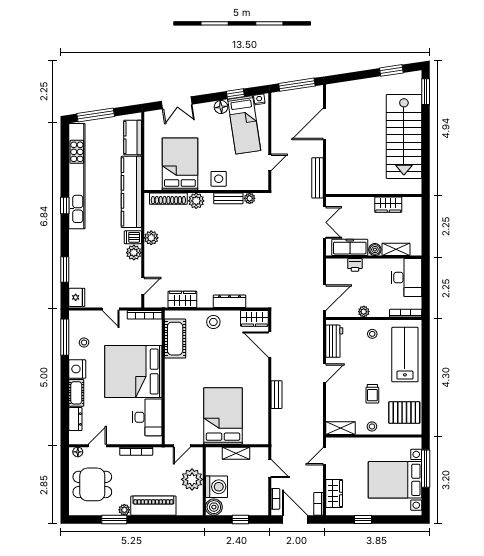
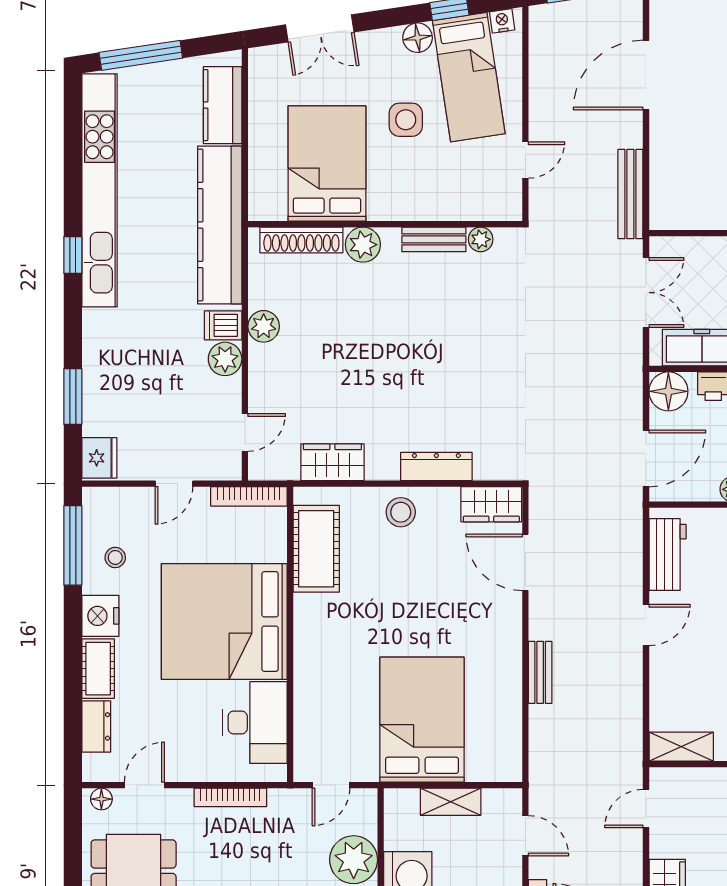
side table: (219, 179) -> (406, 120), moved
floor lamp: (335, 267) -> (668, 391), added
door: (111, 309) -> (174, 484), hinge flipped

